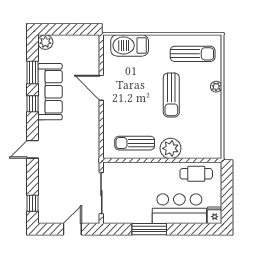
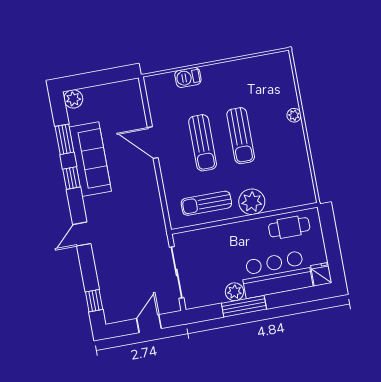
barbecue: (130, 45) -> (188, 77), width x0.53, depth x0.65
sun lounger: (193, 54) -> (203, 143), moved, turned 90
plant: (144, 217) -> (234, 292), added

